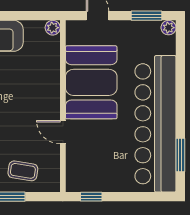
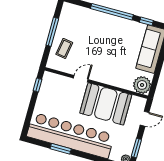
plant: (53, 28) -> (142, 85), width x1.88, depth x1.88
window: (180, 155) -> (61, 149), moved

